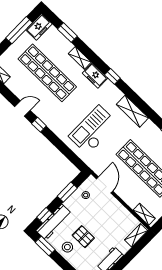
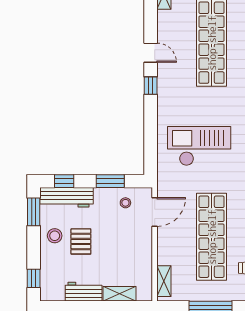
shelving: (136, 235) -> (120, 294), moved

